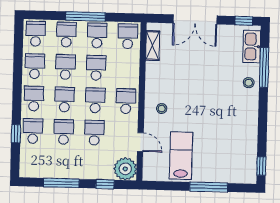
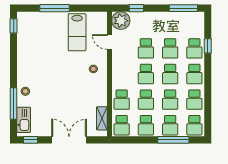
window: (86, 16) -> (173, 140), moved
school desk: (126, 101) -> (122, 100), moved
window: (61, 183) -> (183, 8), moved

